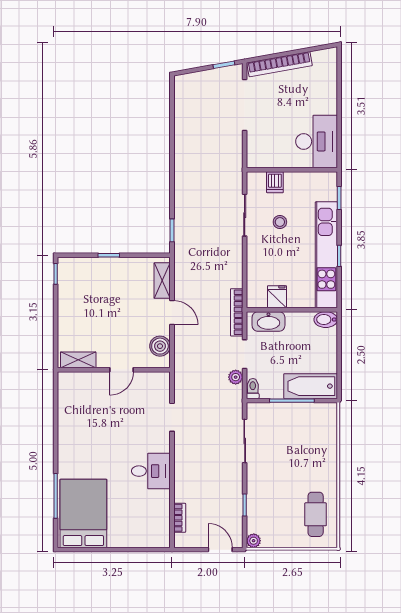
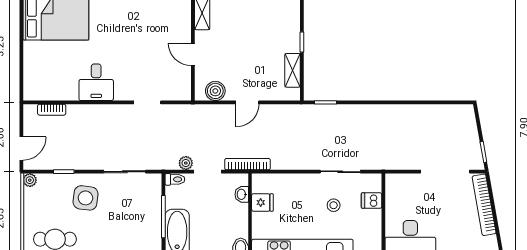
shelving: (162, 281) -> (293, 70), moved, turned 90
washbasin: (268, 321) -> (242, 194), width x0.52, depth x0.69
side table: (272, 482) -> (86, 198), added

